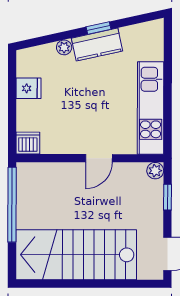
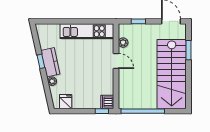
fridge: (29, 88) -> (66, 102), moved
window: (12, 134) -> (102, 111), added
plant: (155, 171) -> (123, 43), moved
window: (117, 284) -> (188, 50), added

